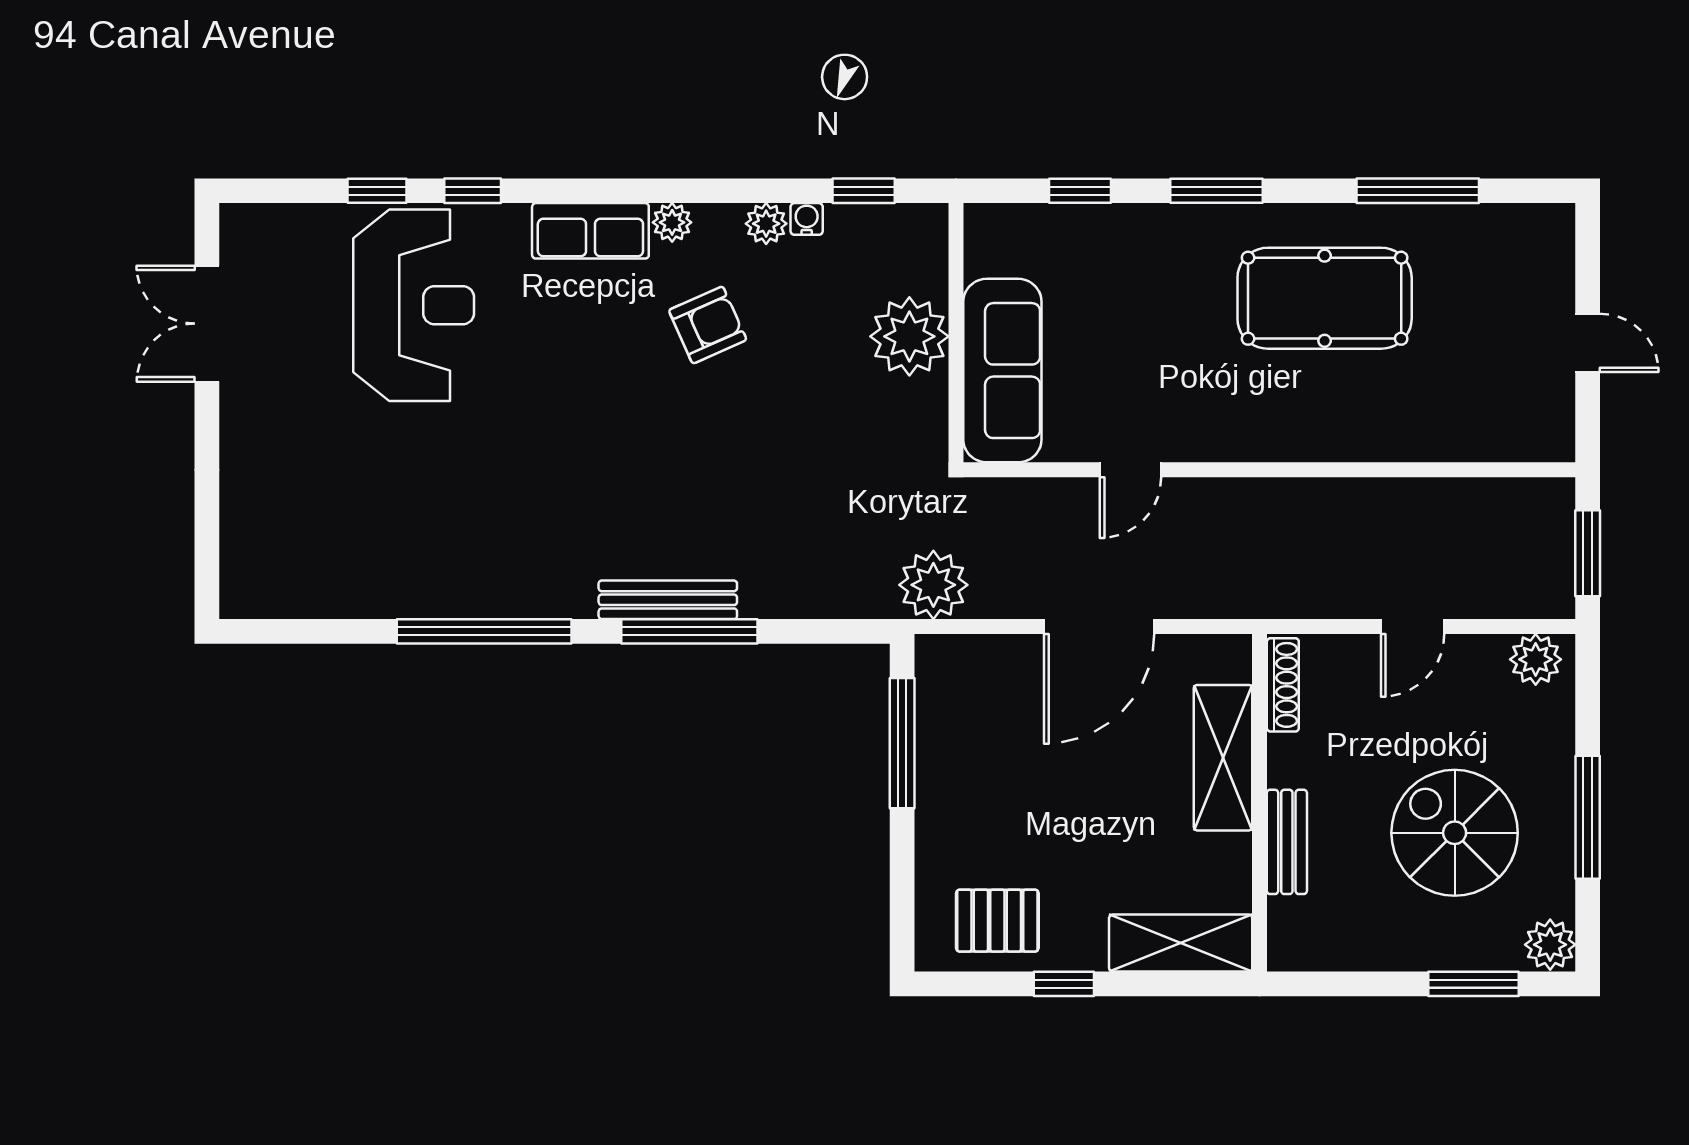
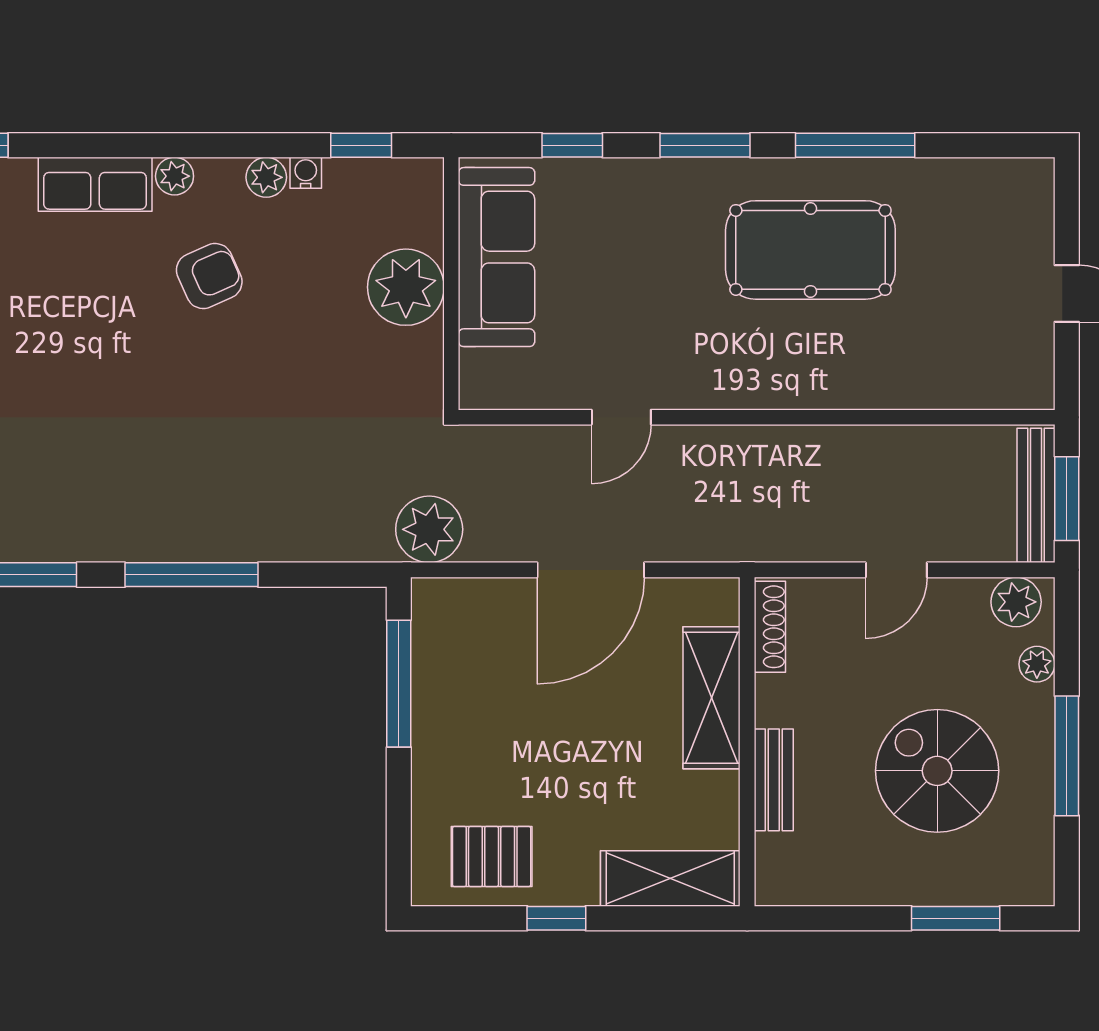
window: (1418, 191) -> (855, 145), moved
sofa: (1002, 371) -> (497, 257), moved
bench: (668, 600) -> (1036, 495), moved, turned 90
plant: (1550, 945) -> (1037, 664), moved, width x0.73, depth x0.73

